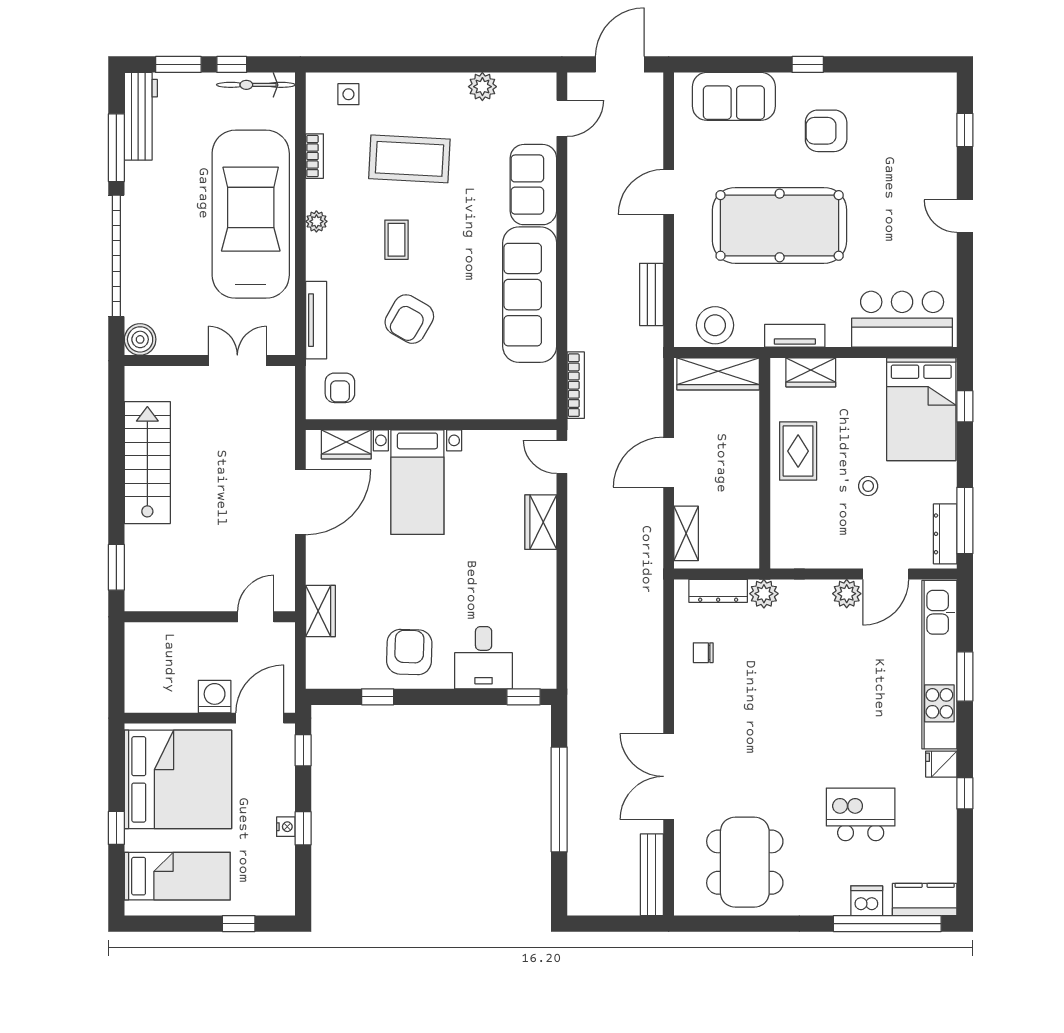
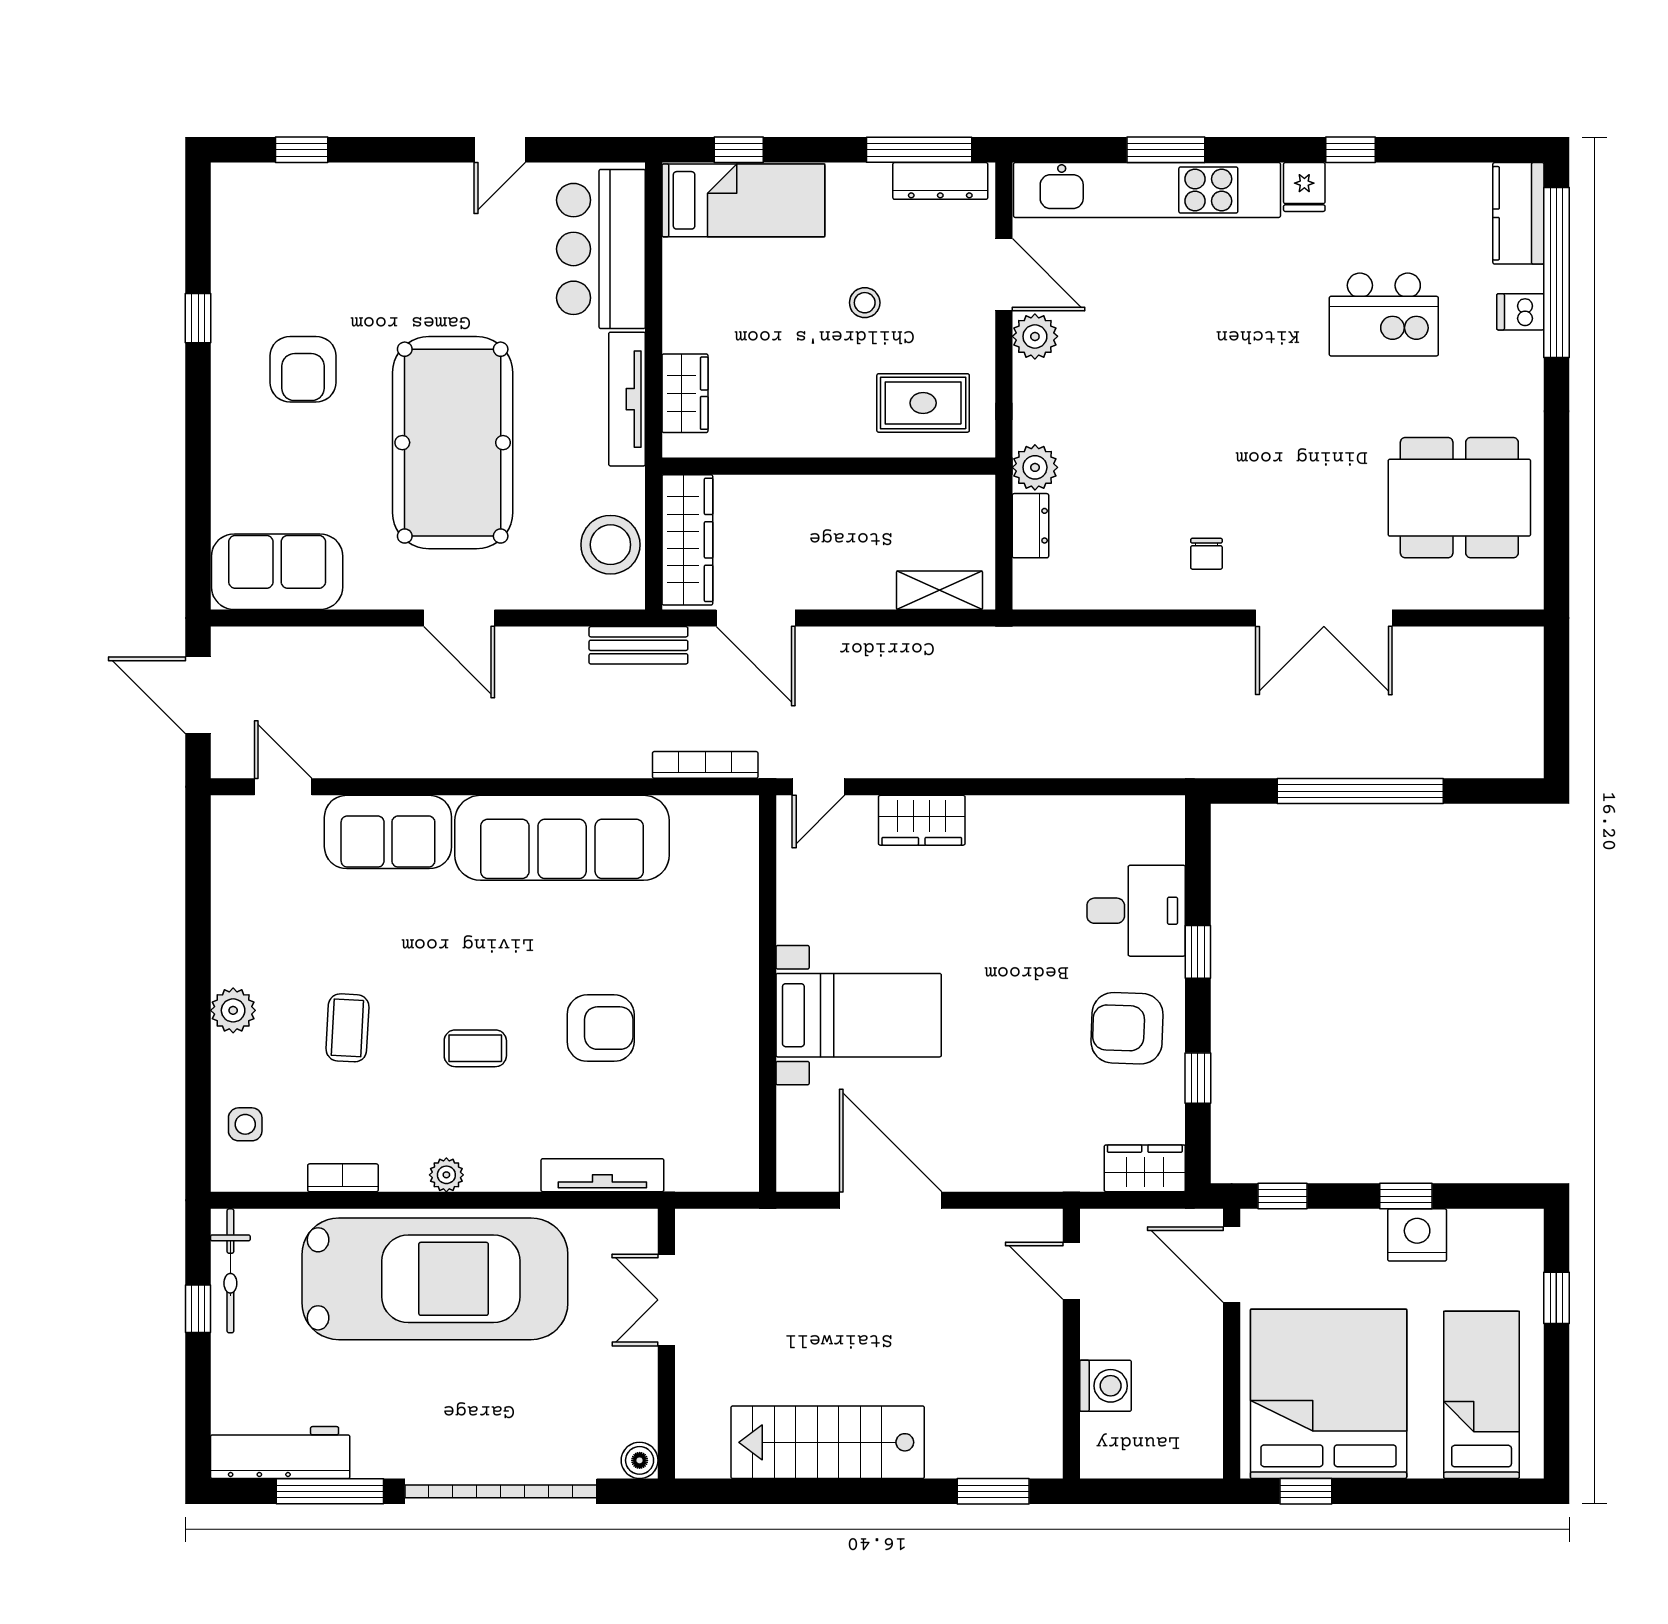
window: (178, 64) -> (198, 1393), removed
window: (808, 64) -> (198, 318), moved
plant: (482, 87) -> (233, 1010), moved
sofa: (734, 96) -> (277, 572), moved, turned -90
coffee table: (409, 159) -> (347, 1028), width x0.54, depth x0.58
door: (669, 192) -> (459, 618), moved
car: (251, 214) -> (435, 1279), turned 180
door: (965, 216) -> (500, 150), moved
bench: (651, 294) -> (638, 645), moved
armchair: (409, 319) -> (601, 1028), turned -30
tv unit: (795, 336) -> (627, 399), width x1.41
boiler: (140, 339) -> (640, 1460), width x0.73, depth x0.73
armchair: (340, 388) -> (709, 1138), removed
bed: (921, 409) -> (743, 200), width x0.67
wardrobe: (346, 444) -> (799, 1128), removed
rug: (798, 451) -> (923, 403), moved
door: (669, 462) -> (756, 618), moved
dresser: (718, 591) -> (1030, 526), width x0.70
wardrobe: (321, 611) -> (1145, 1168), moved
chair: (703, 653) -> (1206, 554), moved
washing machine: (215, 697) -> (1105, 1386), moved, turned 180
window: (524, 697) -> (1198, 952), moved
kitchen island: (861, 814) -> (1384, 314), turned -90
nightstand: (286, 827) -> (1417, 1235), width x1.89, depth x1.79
window: (116, 828) -> (1306, 1491), moved
bench: (652, 875) -> (1479, 645), removed
dishwasher: (867, 901) -> (1520, 312), width x0.73

